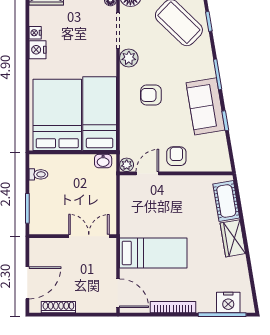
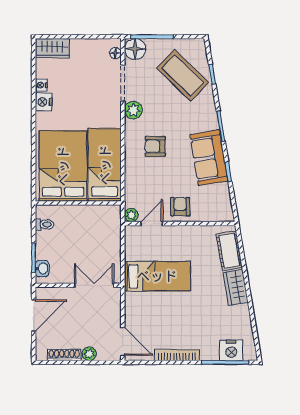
washbasin: (103, 161) -> (42, 269), moved, turned -90
bed: (153, 253) -> (157, 276), moved
door: (27, 283) -> (34, 315), moved
plant: (84, 306) -> (89, 354), added

